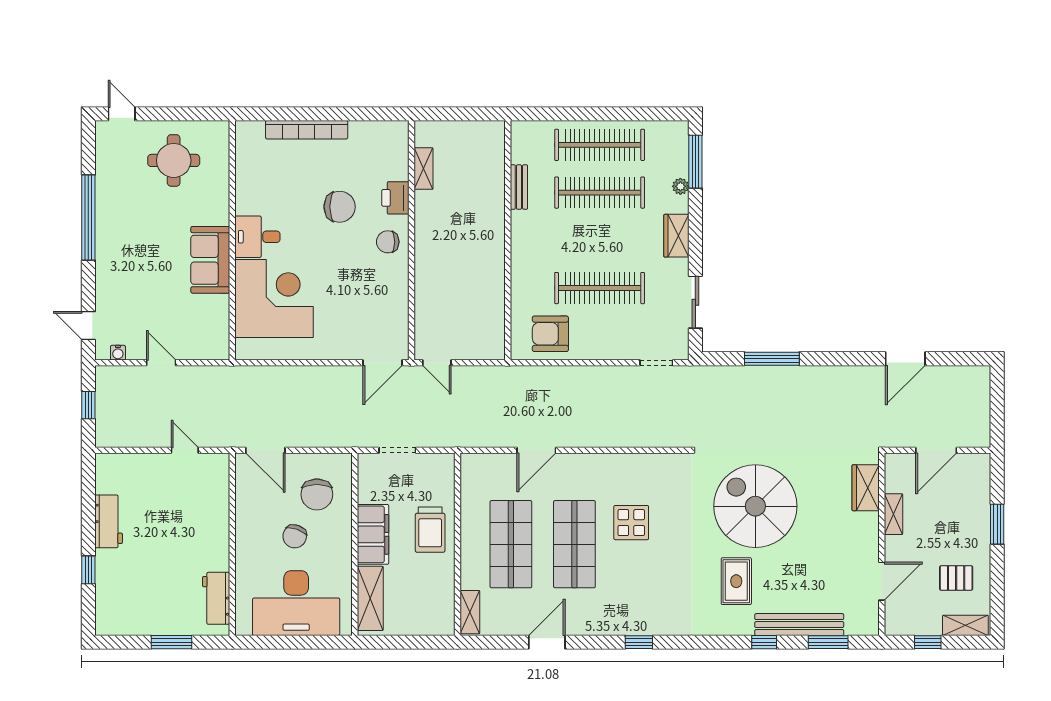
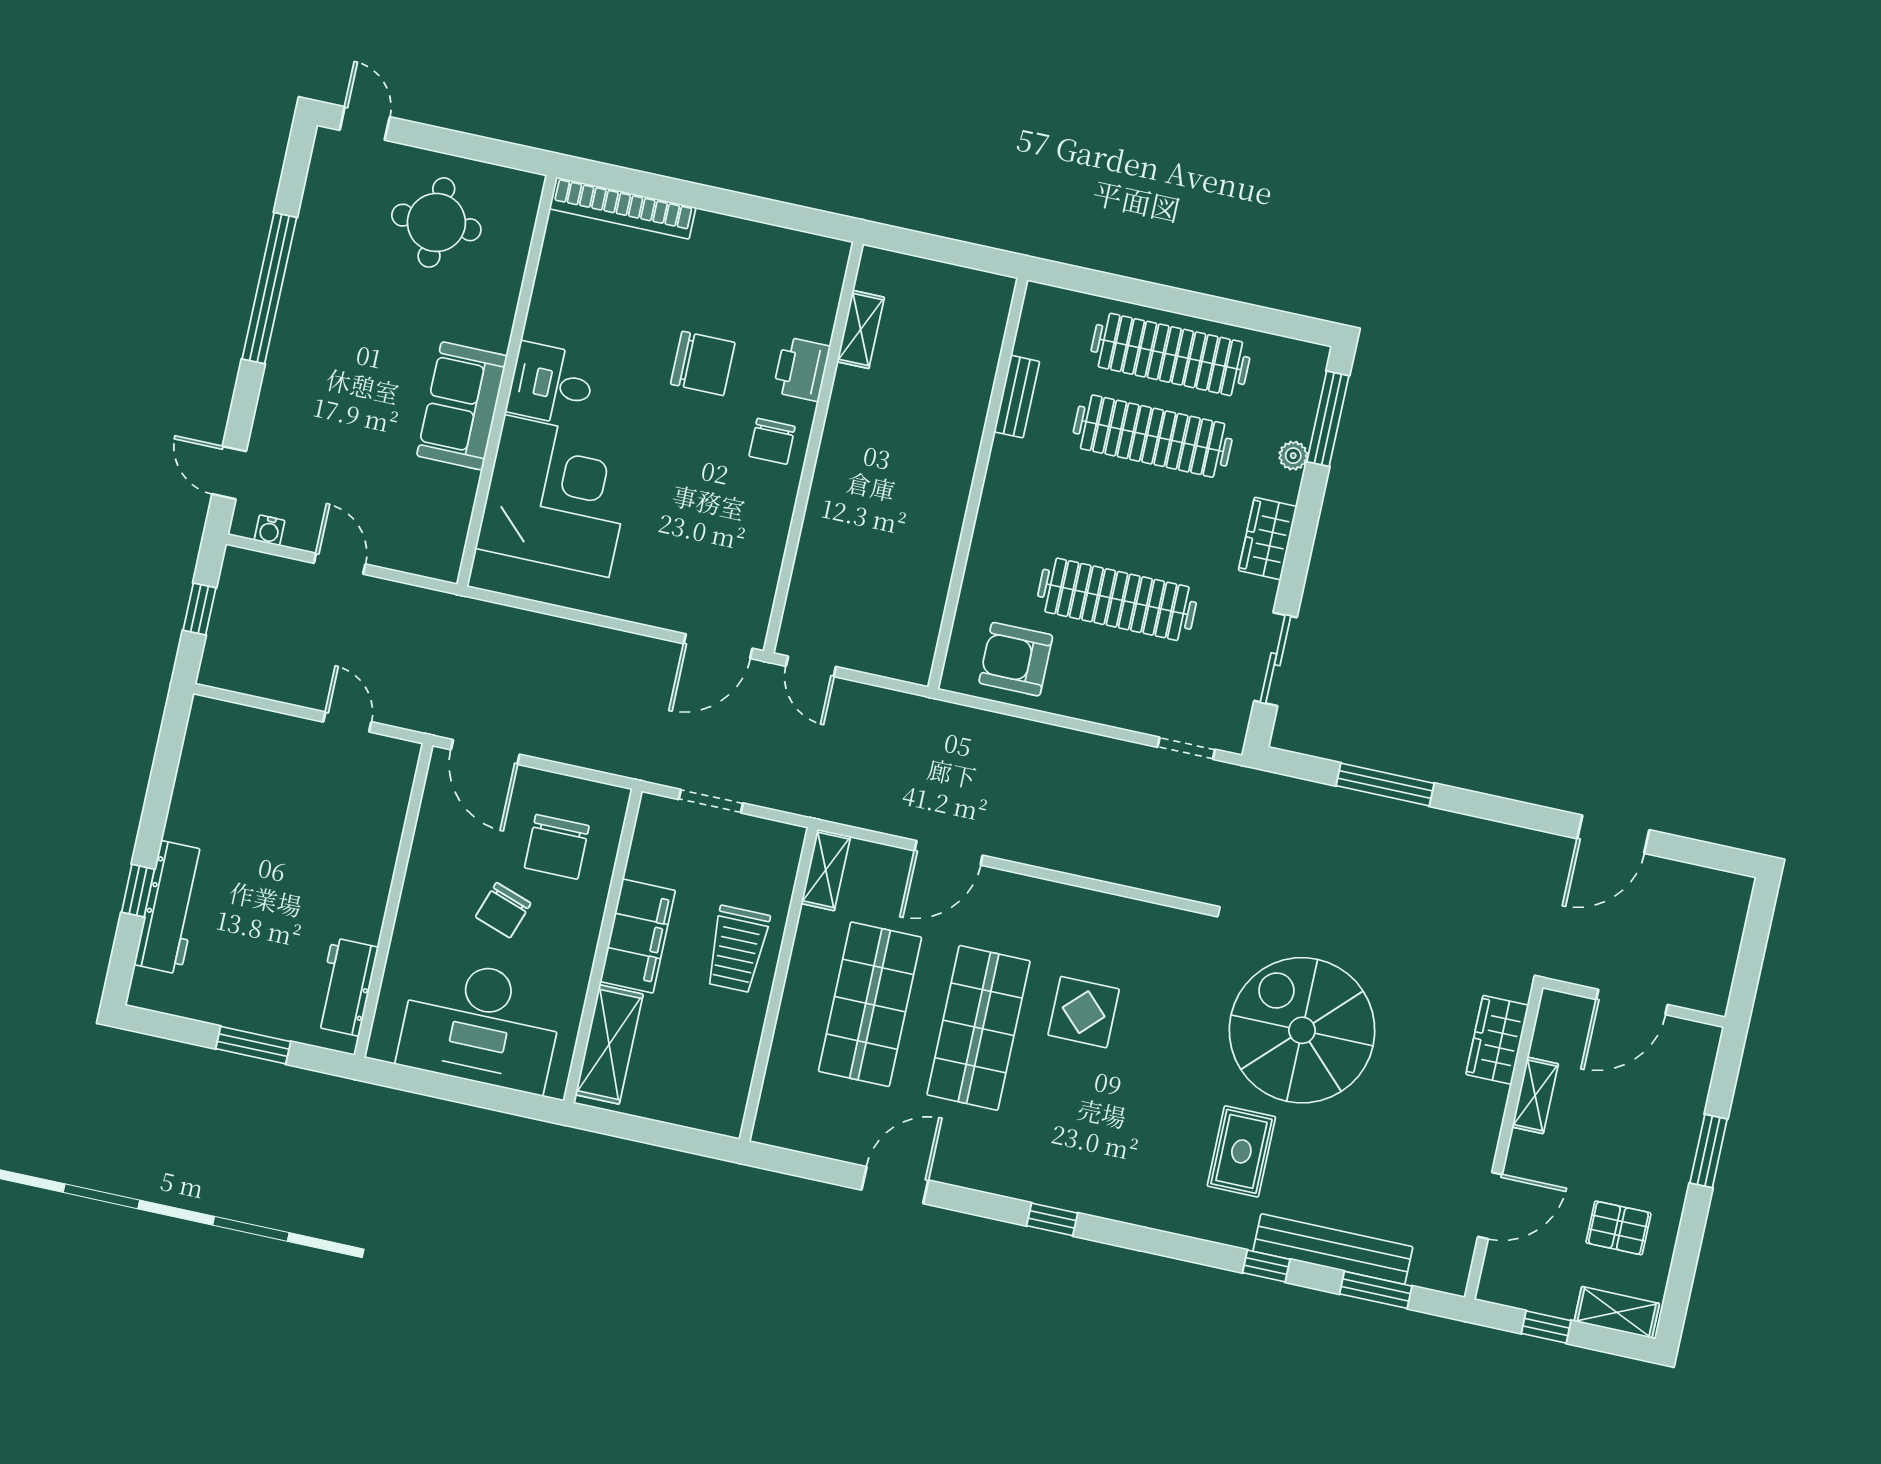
bookcase: (307, 130) -> (623, 208), moved
chair: (388, 242) -> (772, 441), turned -90
workbench: (109, 521) -> (171, 908), moved, width x1.38
shelving: (470, 612) -> (826, 870), moved

